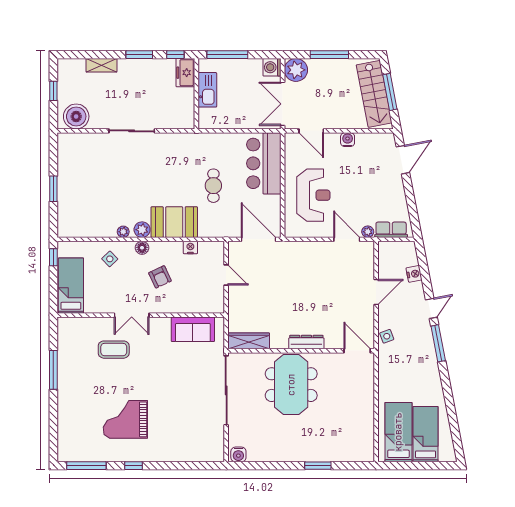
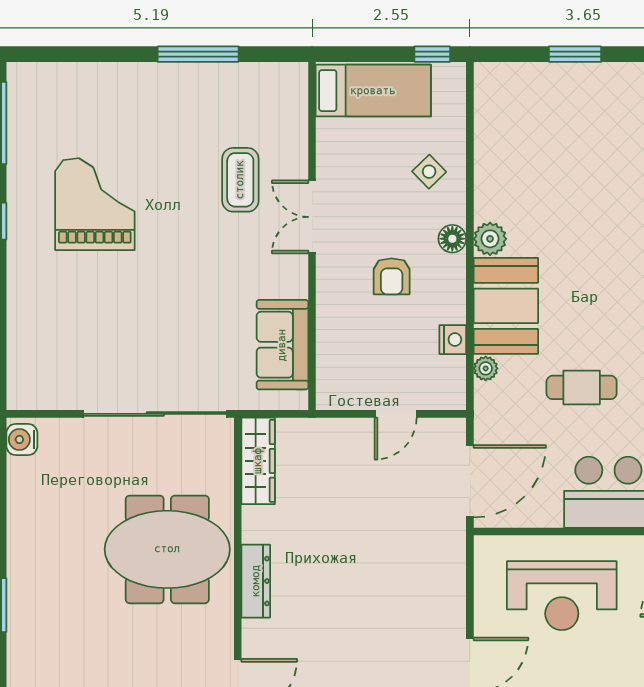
plant: (123, 232) -> (486, 368), moved
armchair: (160, 277) -> (392, 276), turned -65

